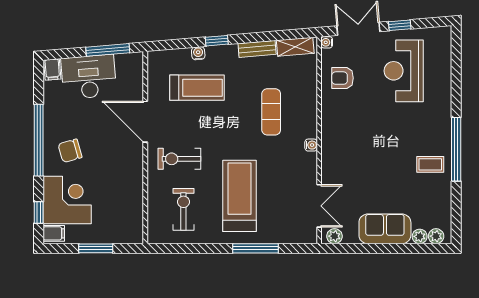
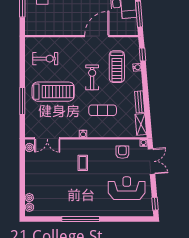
window: (400, 25) -> (155, 204), moved
window: (217, 41) -> (142, 54), moved
exercise bike: (179, 159) -> (92, 77), moved
coffee table: (430, 164) -> (83, 163), moved
sofa: (385, 229) -> (34, 177), removed

